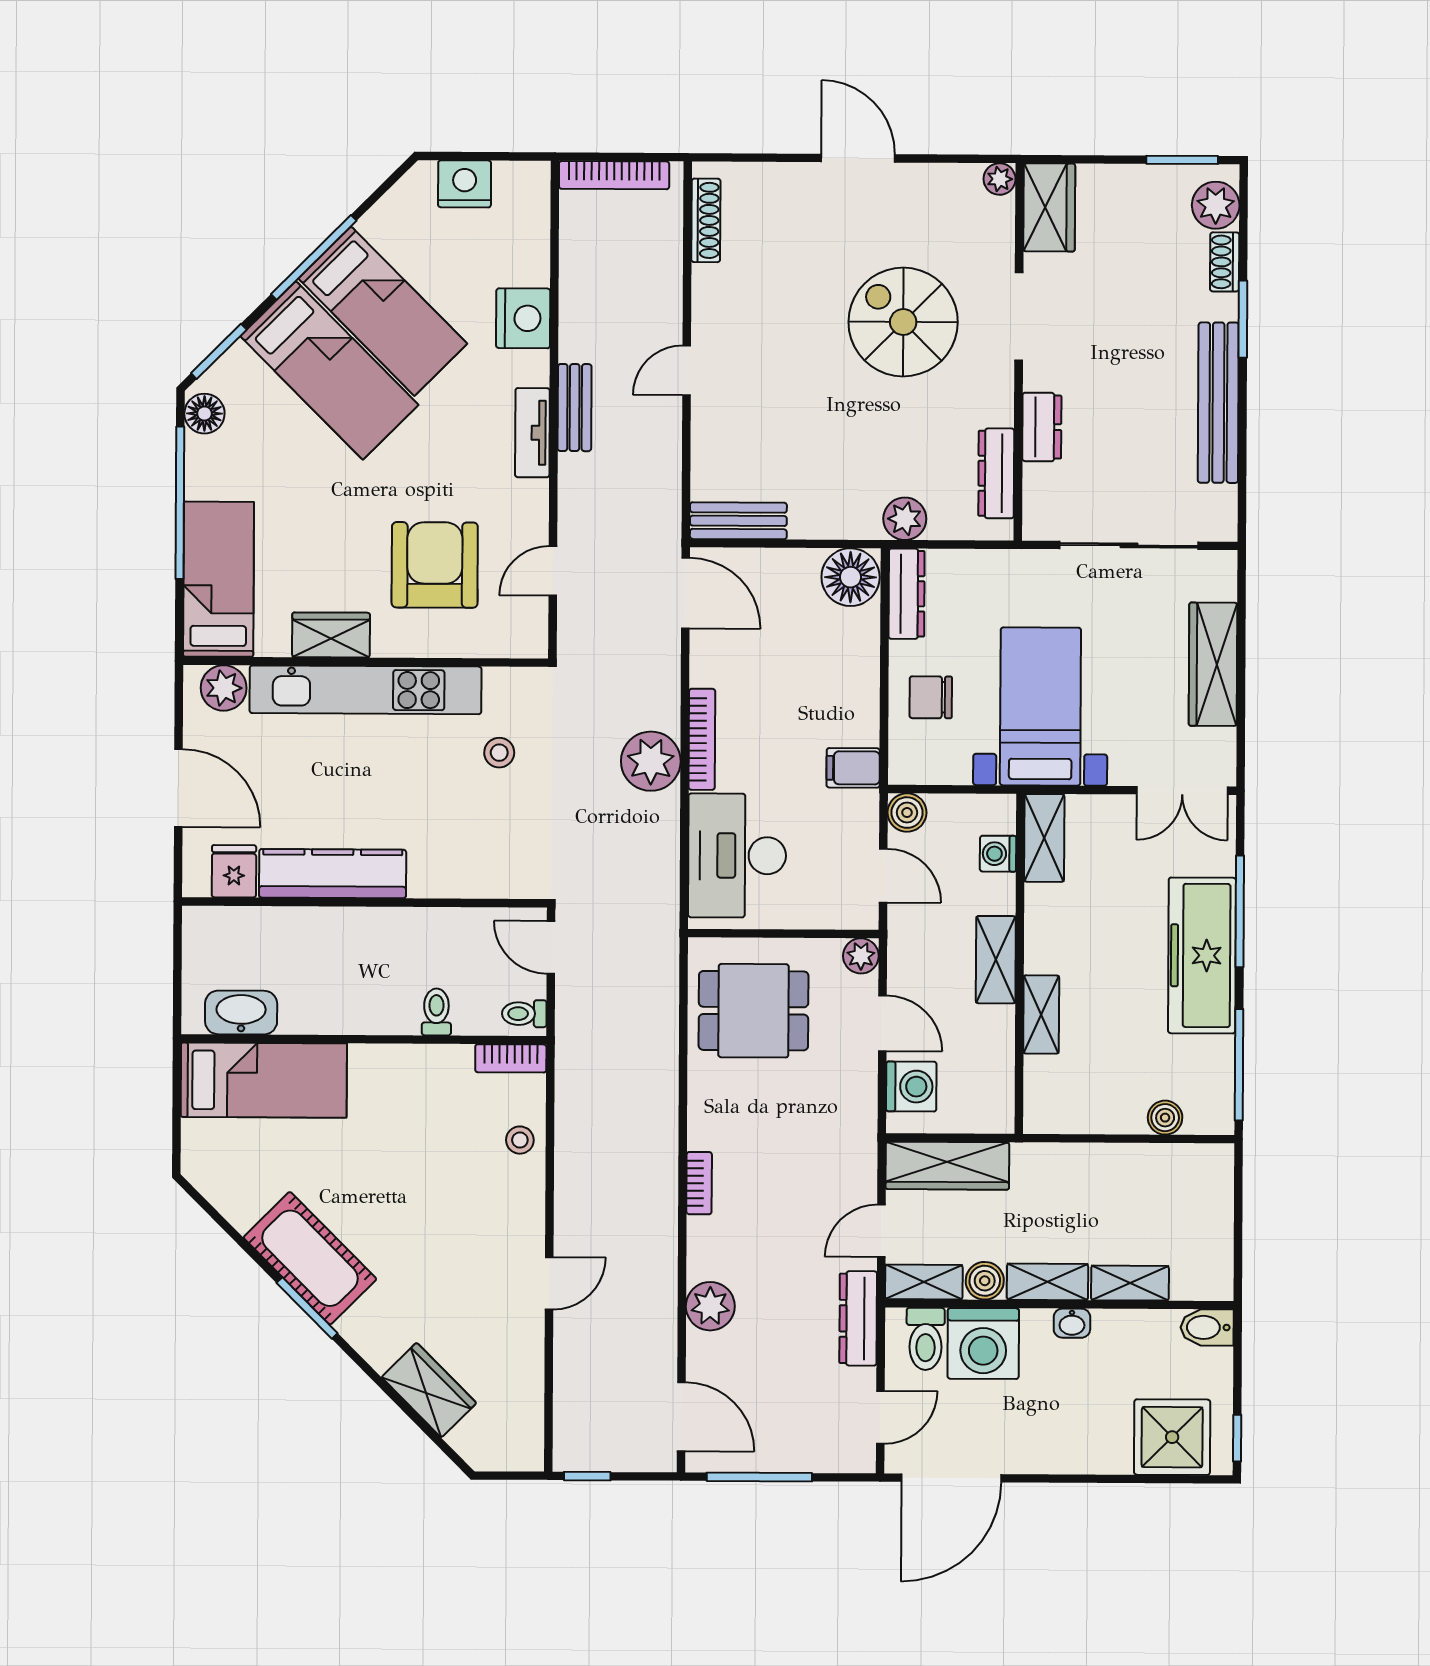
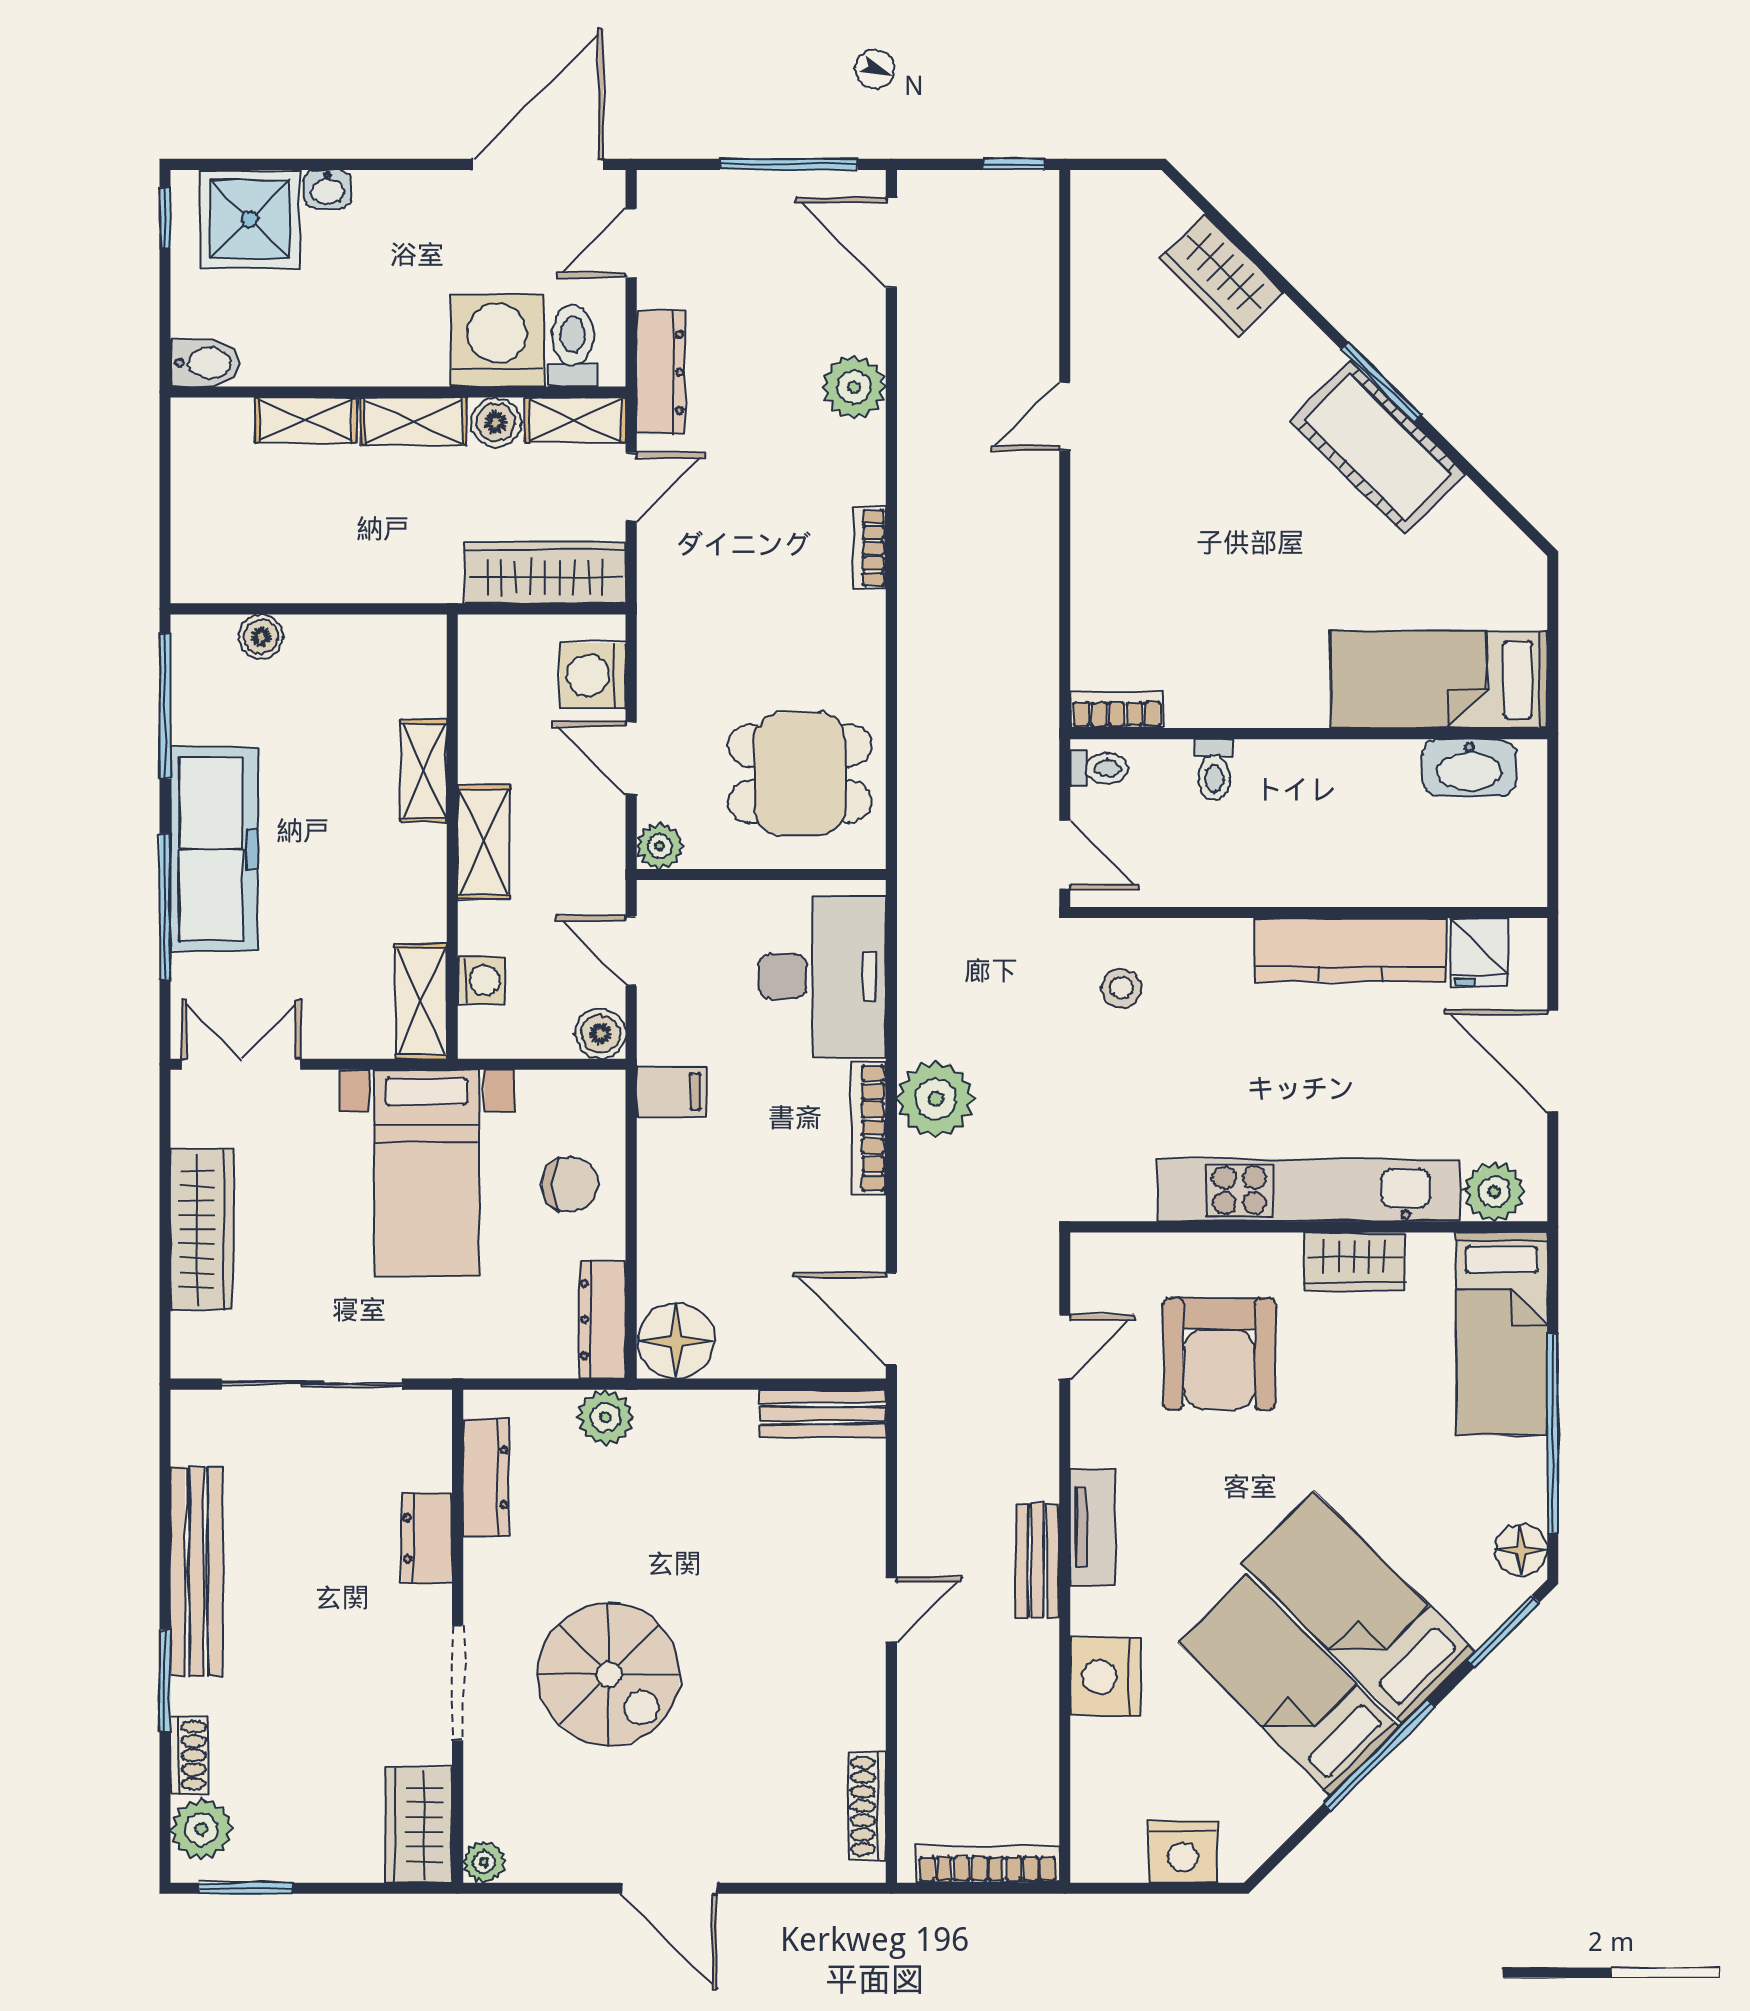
stool: (499, 753) -> (1121, 988), moved
stool: (520, 1140) -> (1104, 603), removed
washbasin: (1072, 1323) -> (327, 189), moved, turned 180

